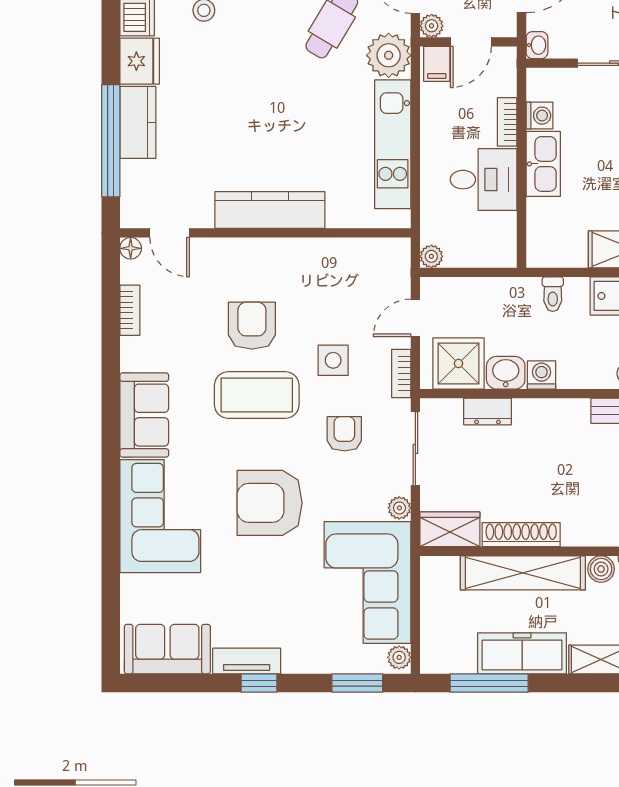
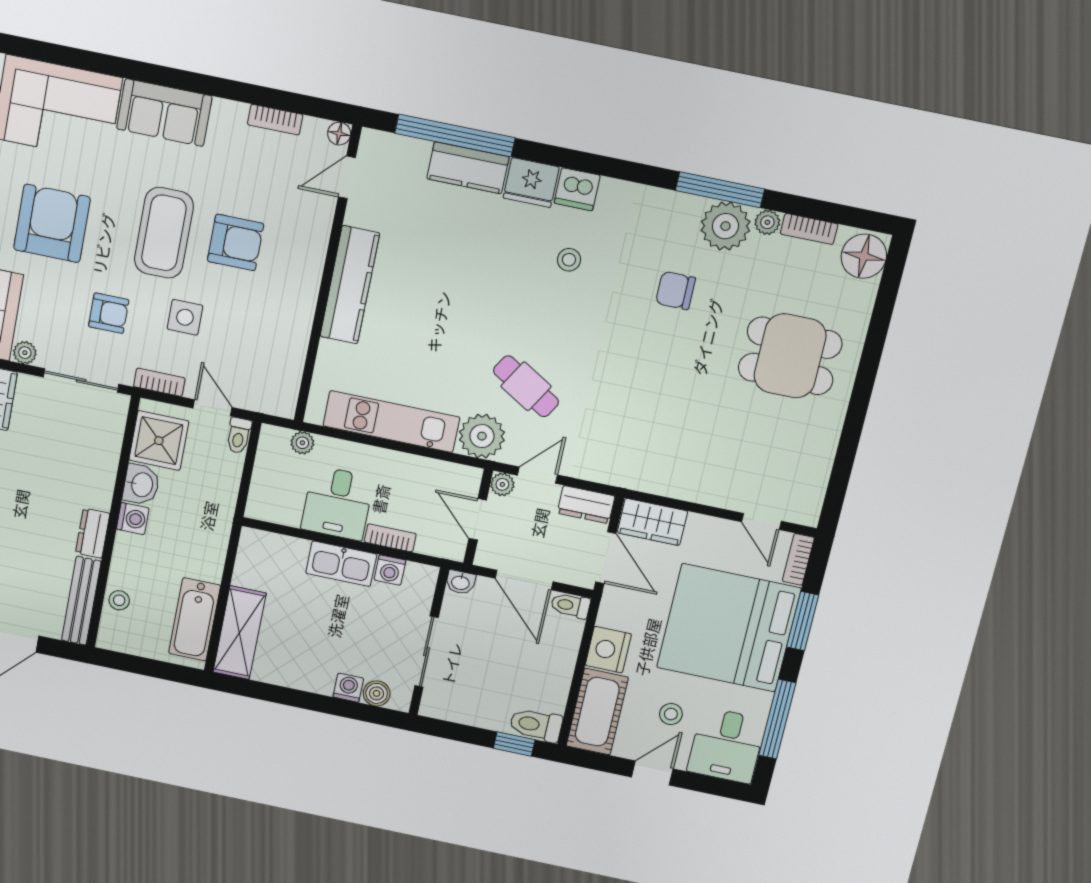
filing cabinet: (437, 64) -> (463, 482), removed
plant: (431, 256) -> (302, 443), moved
toilet: (553, 294) -> (239, 435), moved, turned -90
dresser: (487, 411) -> (93, 533), moved

